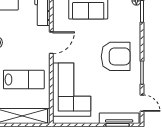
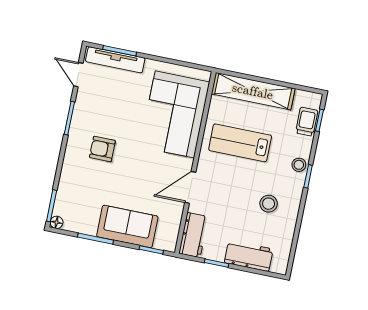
armchair: (116, 56) -> (102, 149), width x0.53, depth x0.53

